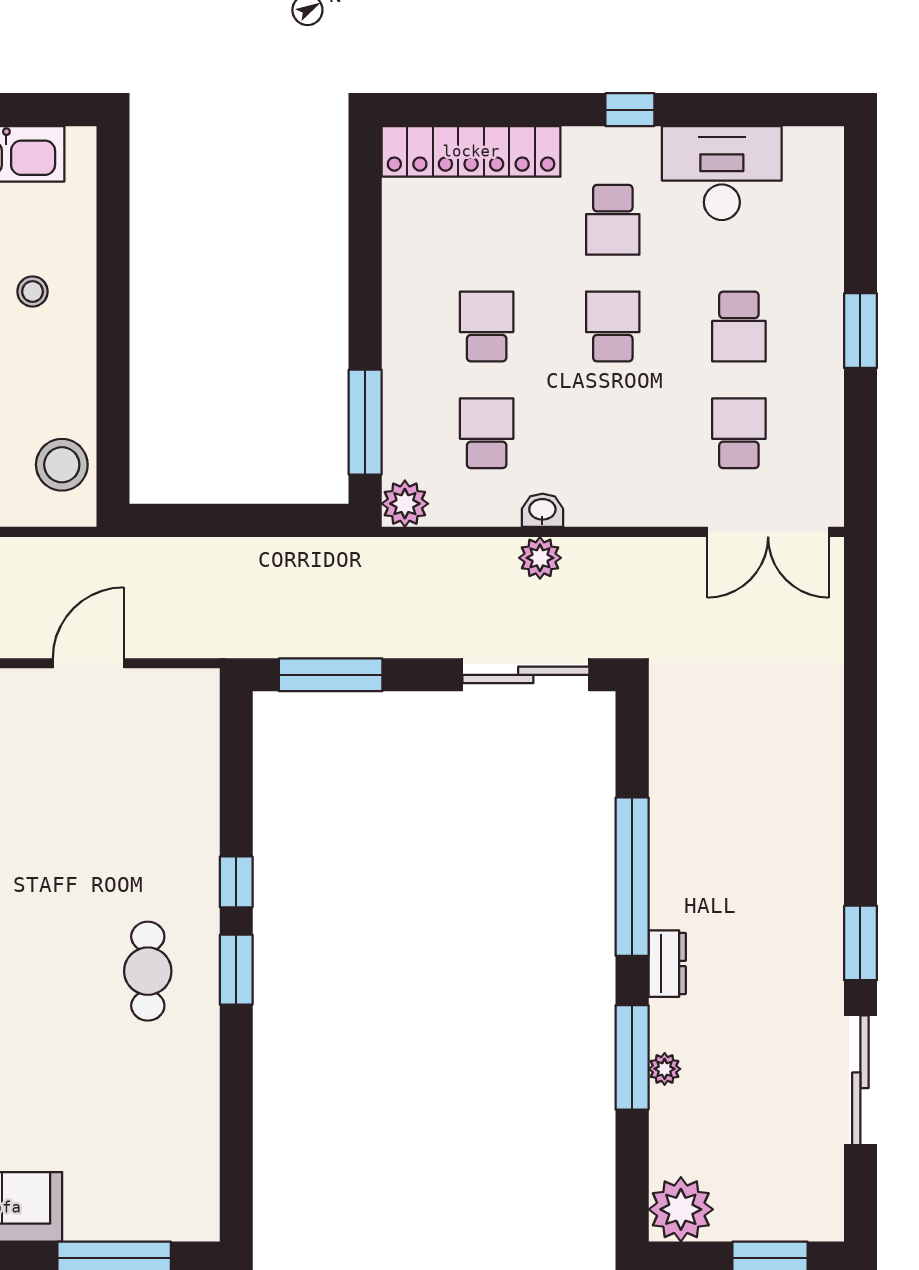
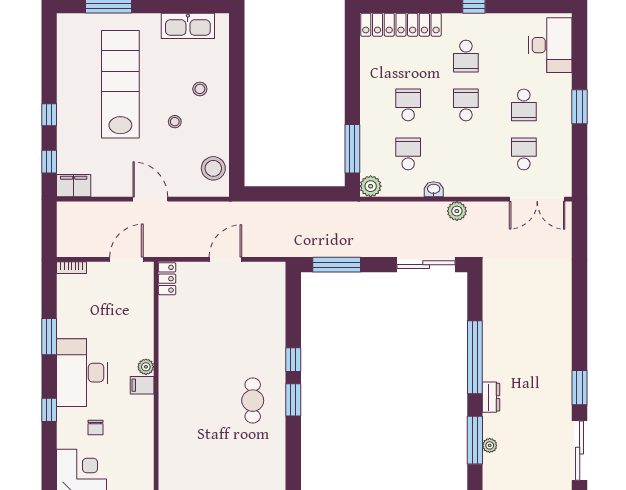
desk: (722, 173) -> (550, 45), moved, turned 90
plant: (540, 558) -> (457, 211), moved

